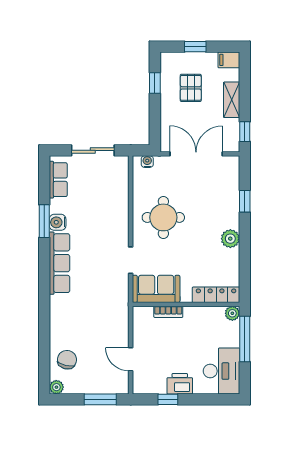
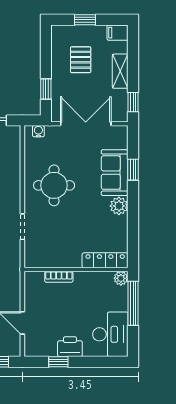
window: (155, 83) -> (46, 89), moved
sofa: (156, 289) -> (115, 173), moved, turned -90

